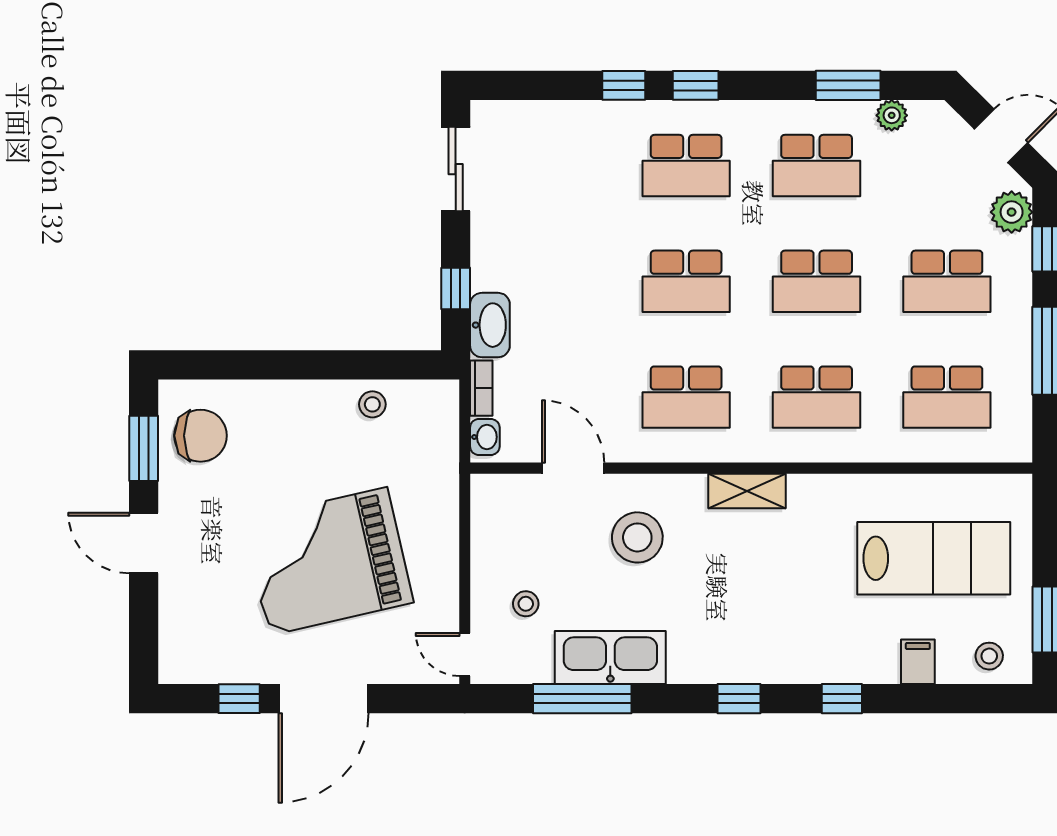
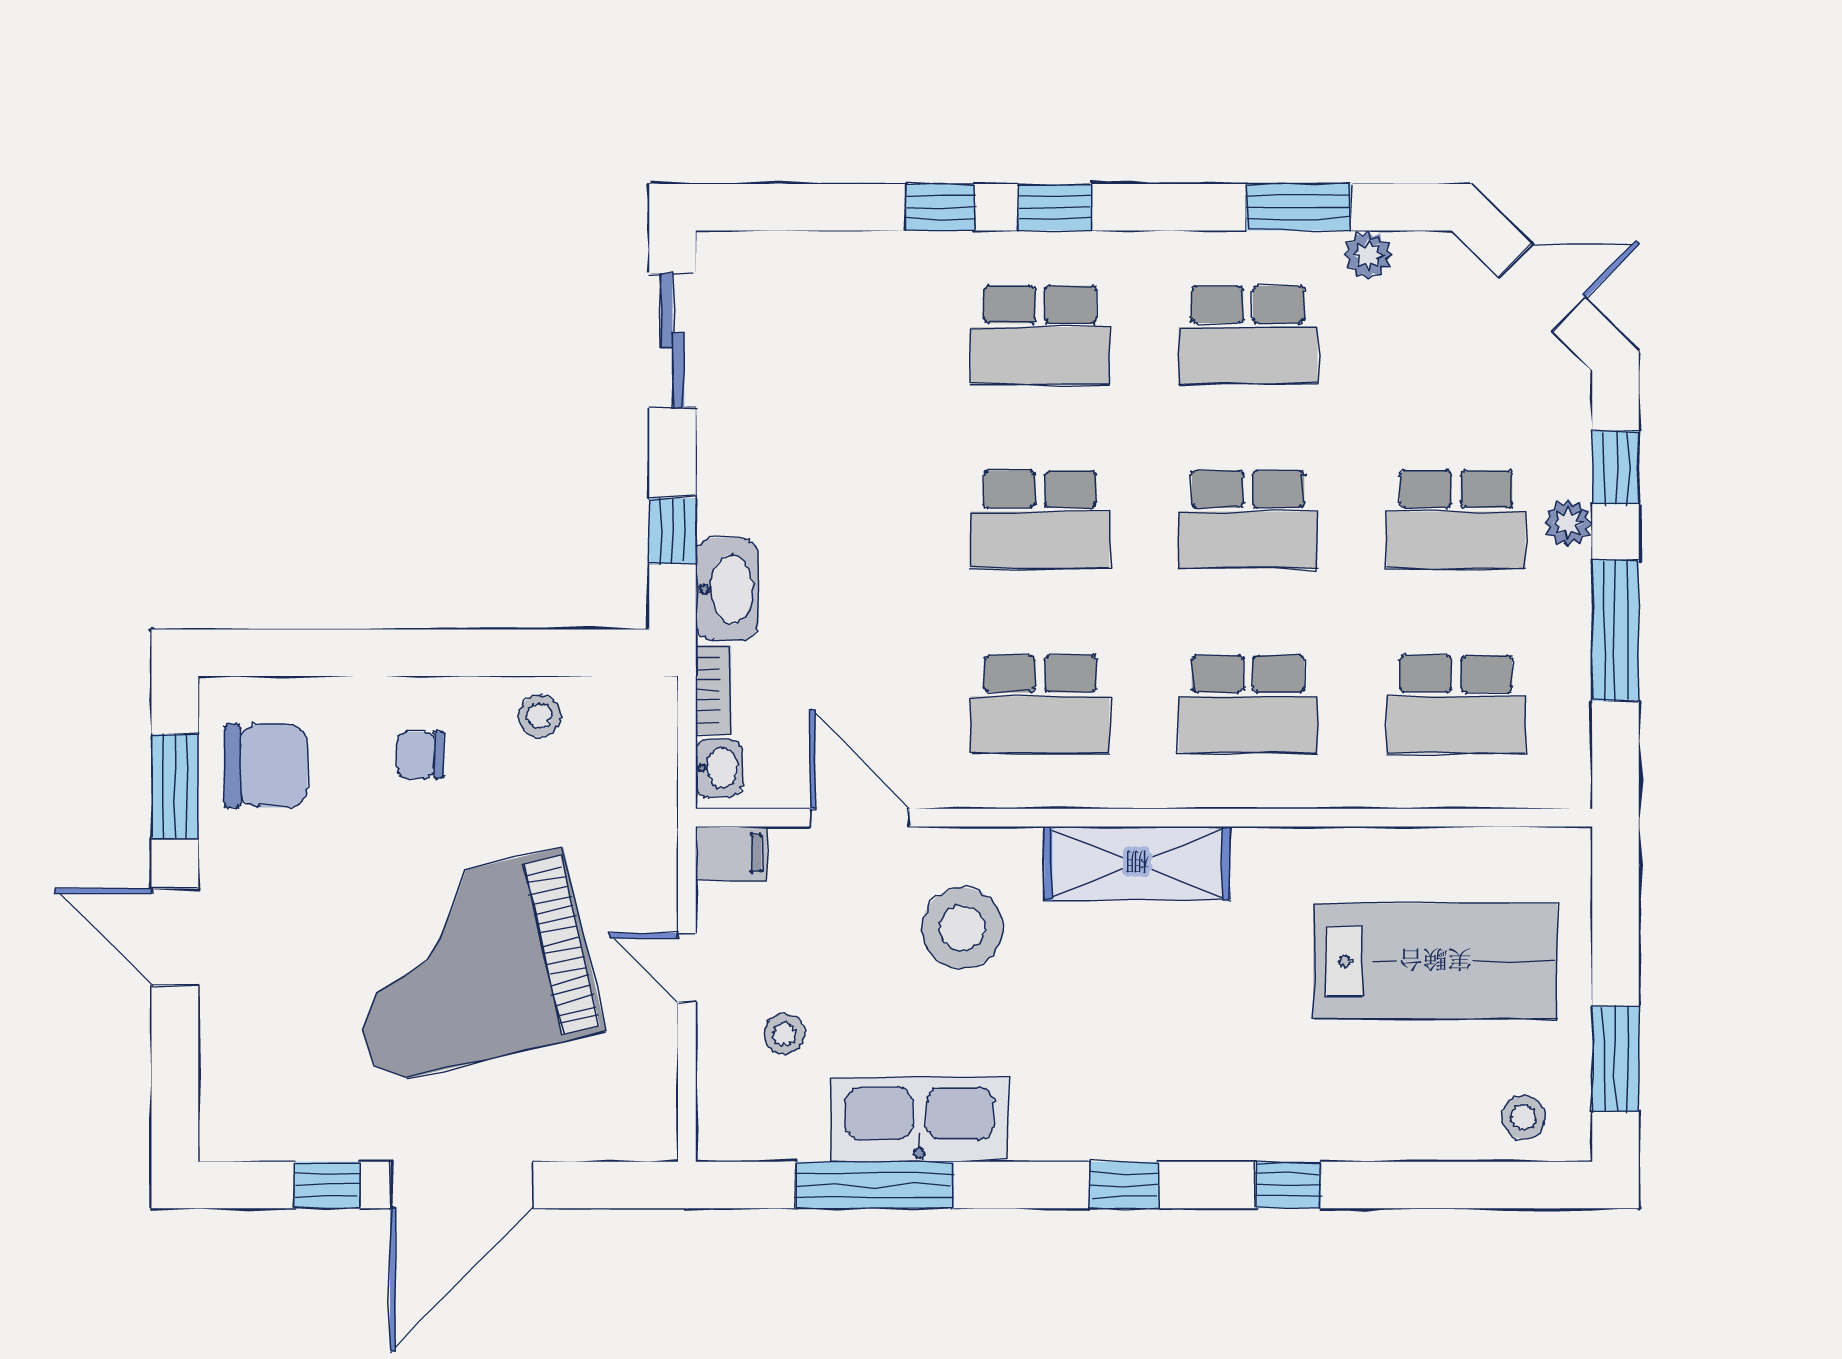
plant: (1012, 212) -> (1568, 523), moved, width x0.73, depth x0.73
chair: (297, 429) -> (420, 755), added
shelving: (747, 491) -> (1137, 863), width x1.50, depth x1.33
door: (465, 654) -> (687, 968), moved
filing cabinet: (918, 662) -> (731, 853), moved, turned 90

